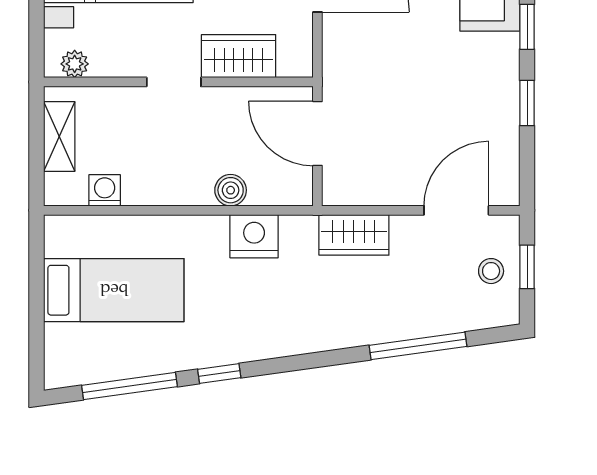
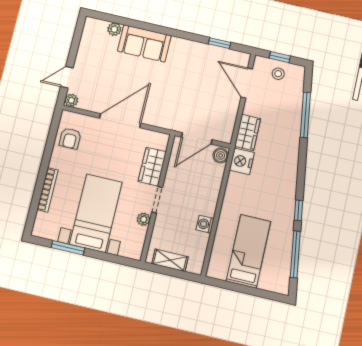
window: (527, 27) -> (170, 32), removed
plant: (75, 64) -> (144, 219), moved
window: (527, 103) -> (219, 43), moved
washing machine: (105, 190) -> (205, 224), moved
boiler: (231, 190) -> (221, 155), moved
nightstand: (254, 236) -> (242, 161), moved

